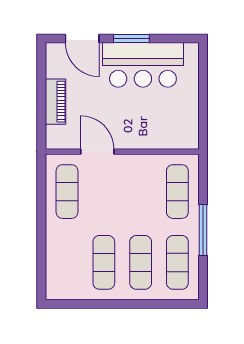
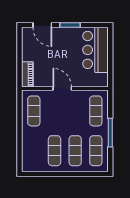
bar counter: (143, 65) -> (95, 50), moved, turned 90
piano: (56, 102) -> (27, 74), moved
door: (97, 152) -> (62, 89), moved

